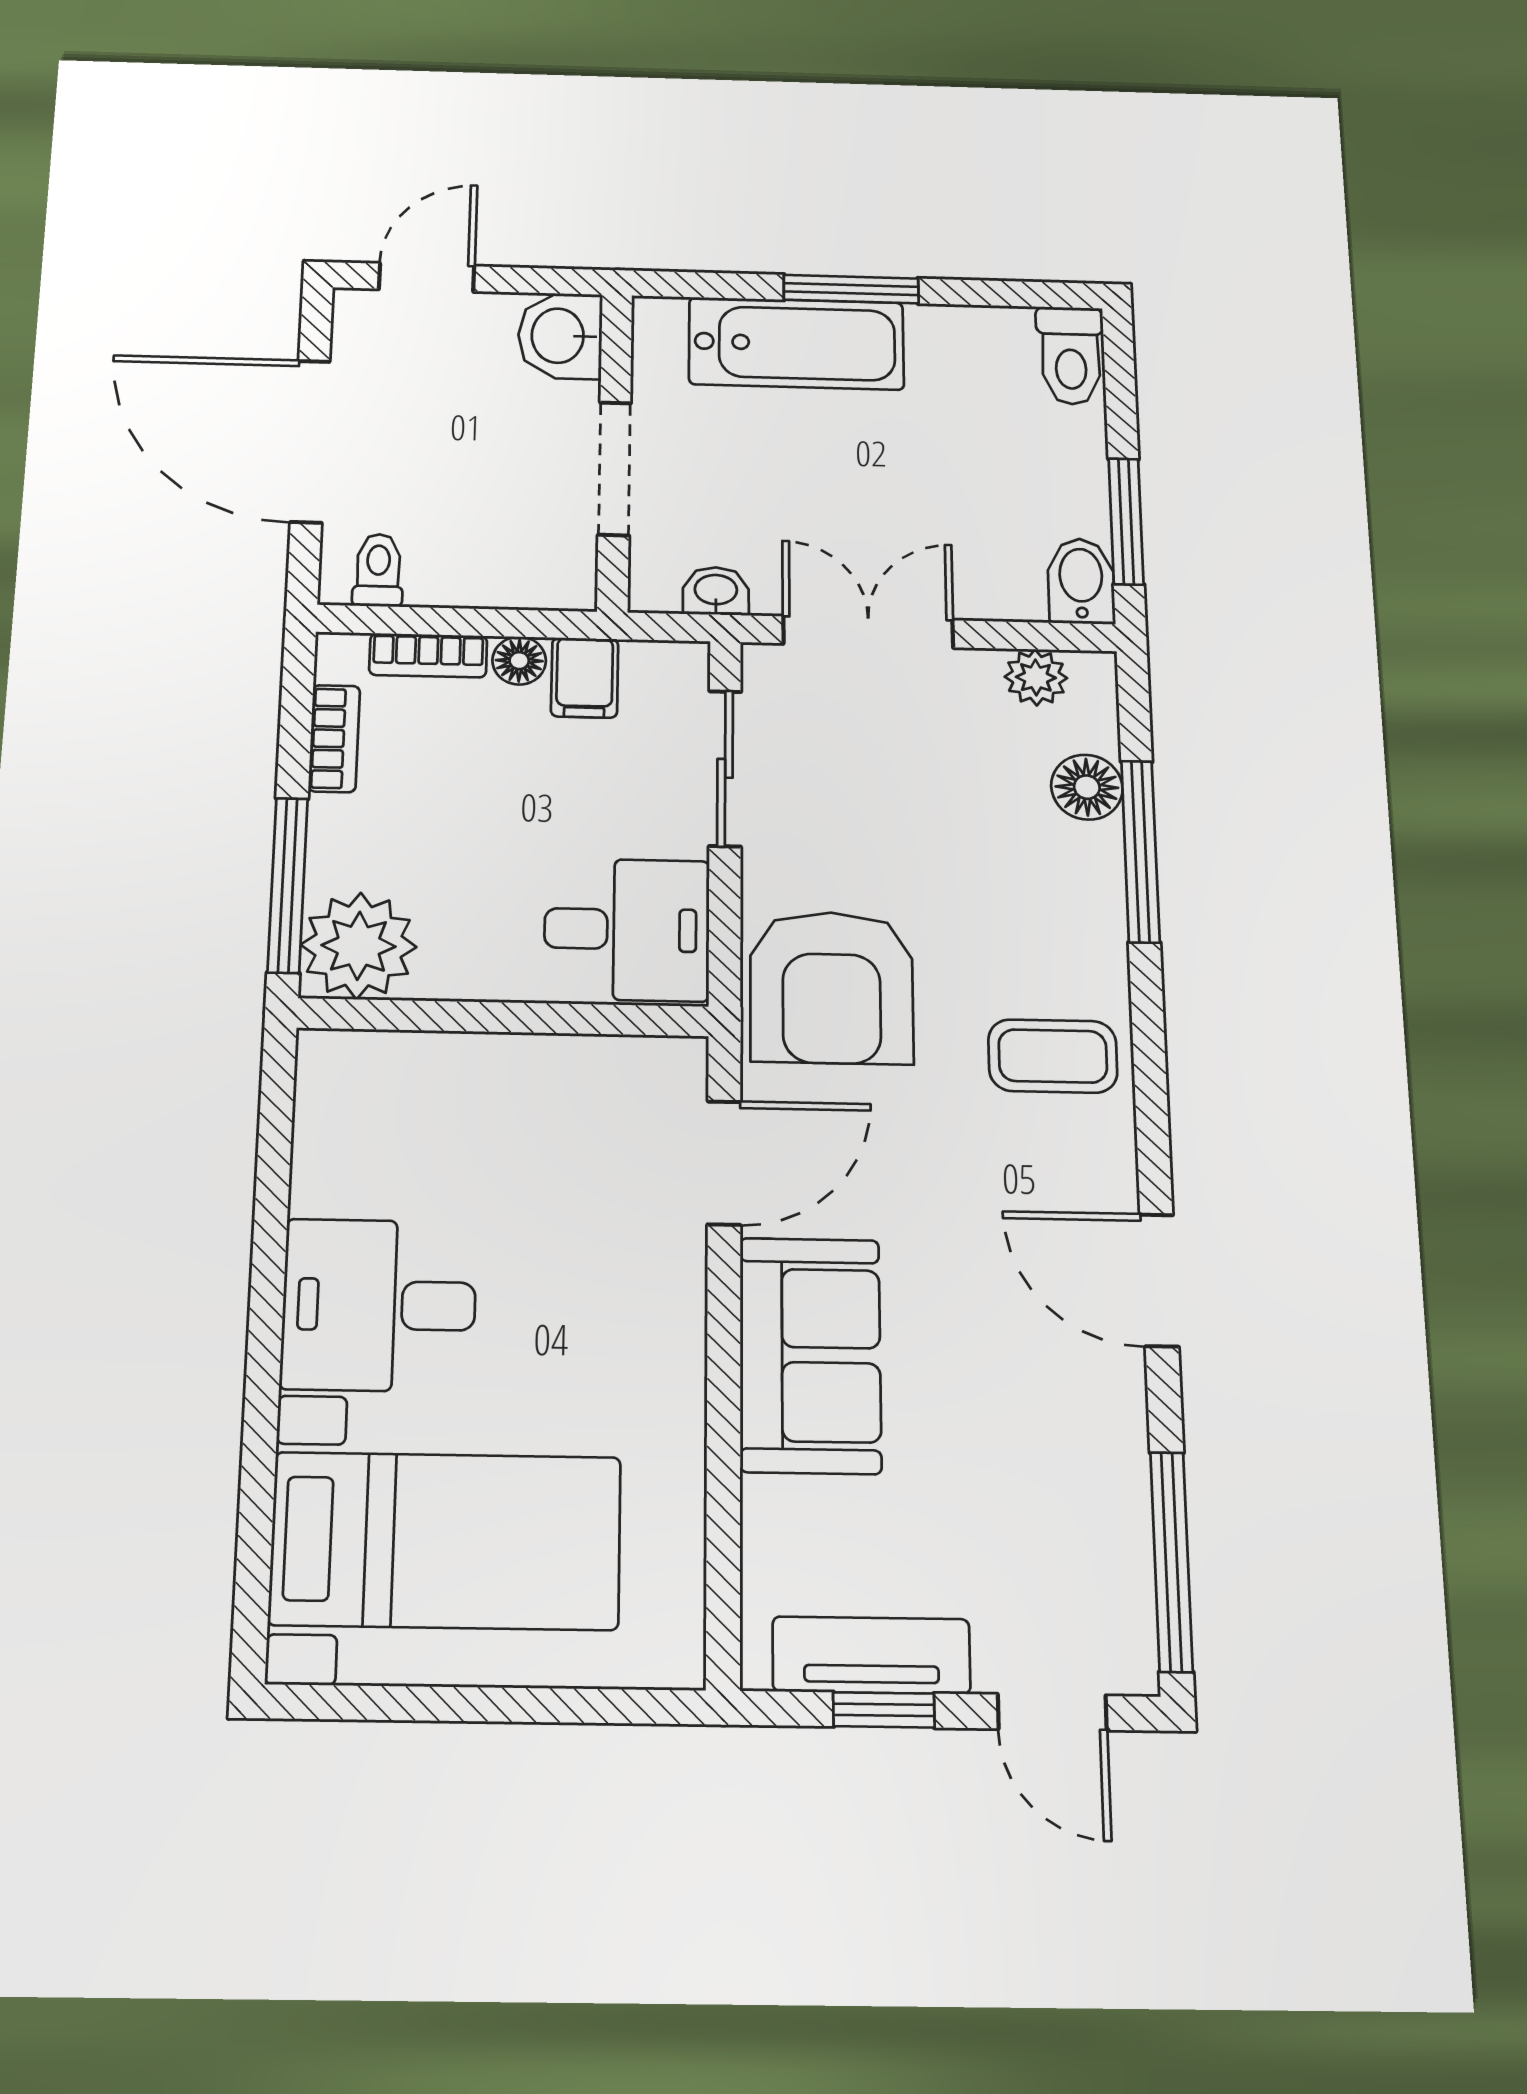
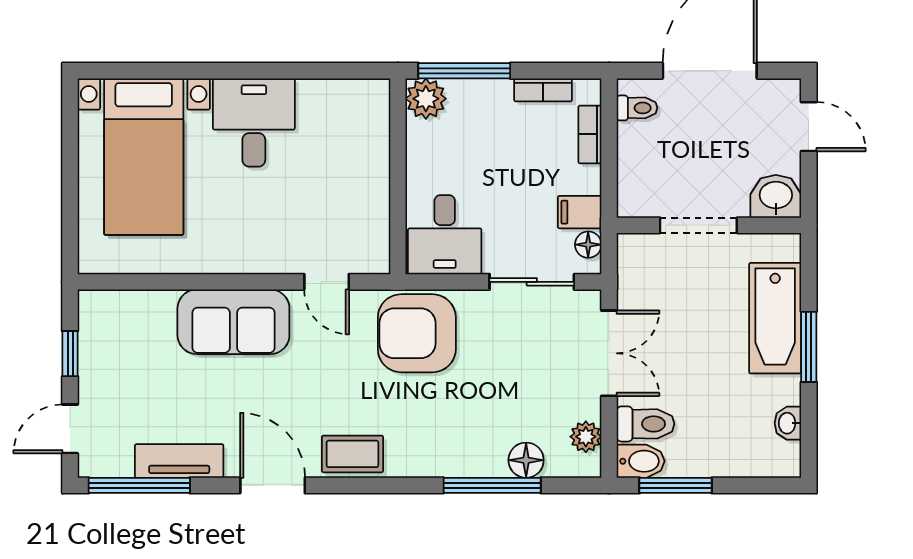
toilet: (1071, 356) -> (645, 424), moved, turned 180
washbasin: (716, 591) -> (788, 423), moved, turned 180
floor lamp: (519, 661) -> (588, 245), moved
plant: (359, 946) -> (426, 99), width x0.73, depth x0.73
coffee table: (1053, 1056) -> (352, 454), moved, turned 90
door: (724, 1163) -> (327, 282), width x0.73
door: (1159, 1280) -> (273, 485), hinge flipped
tv unit: (871, 1655) -> (179, 461), moved, turned -90

